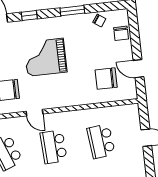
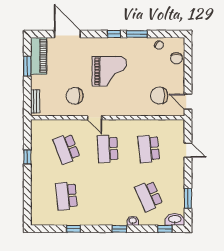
window: (29, 15) -> (114, 34), moved
grand piano: (45, 57) -> (109, 71), turned 180
door: (138, 69) -> (188, 102), moved

